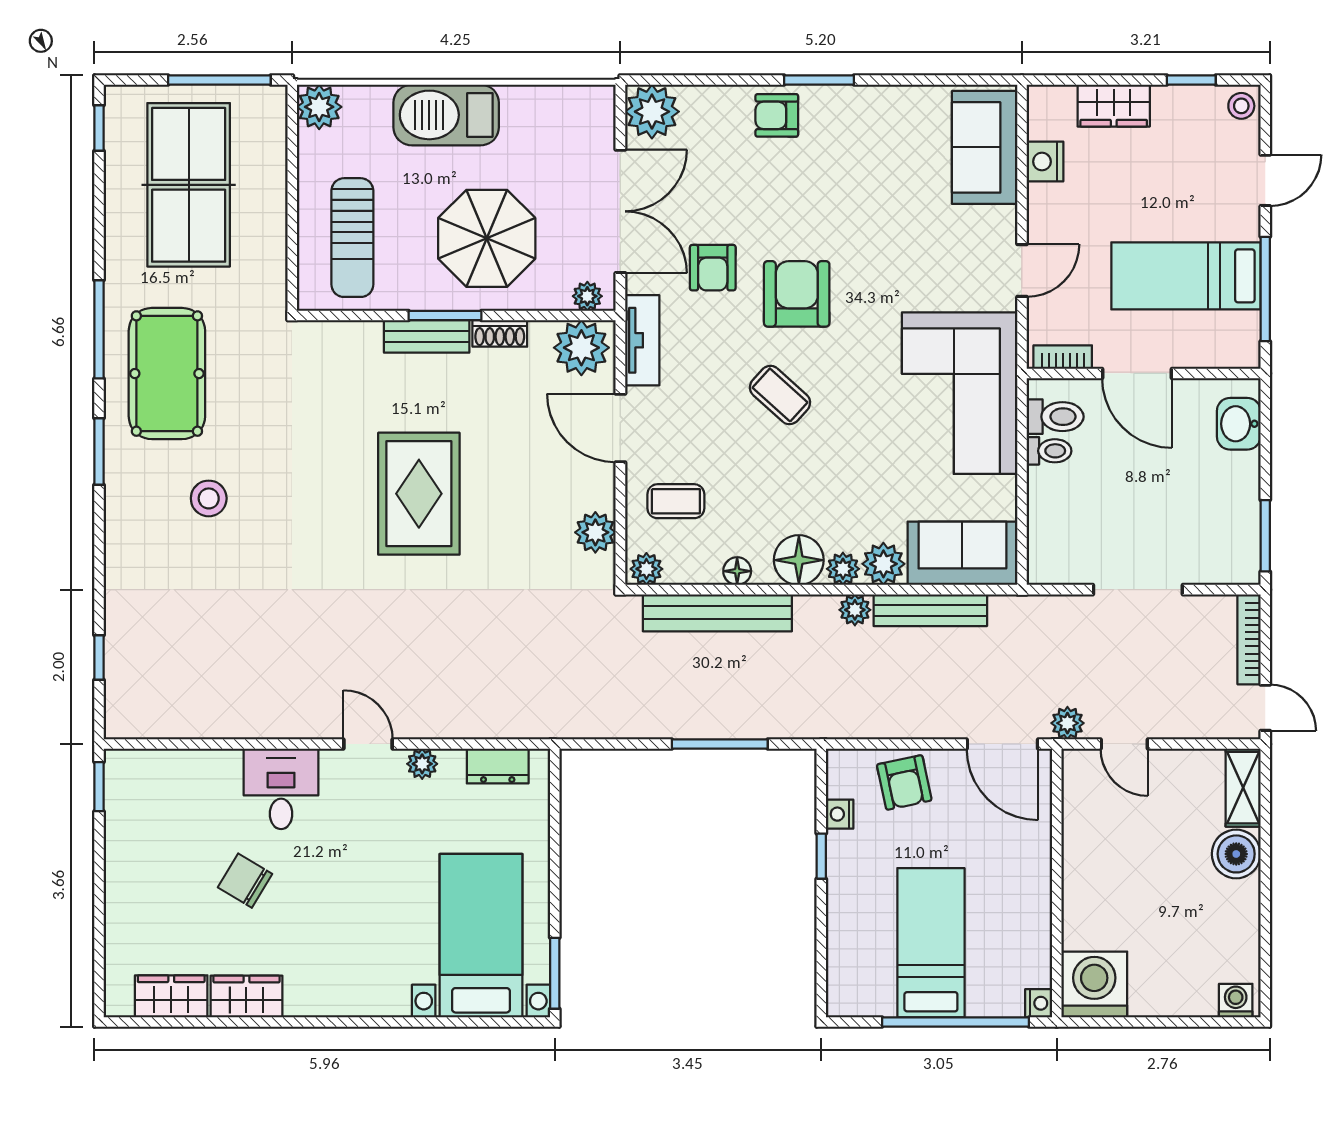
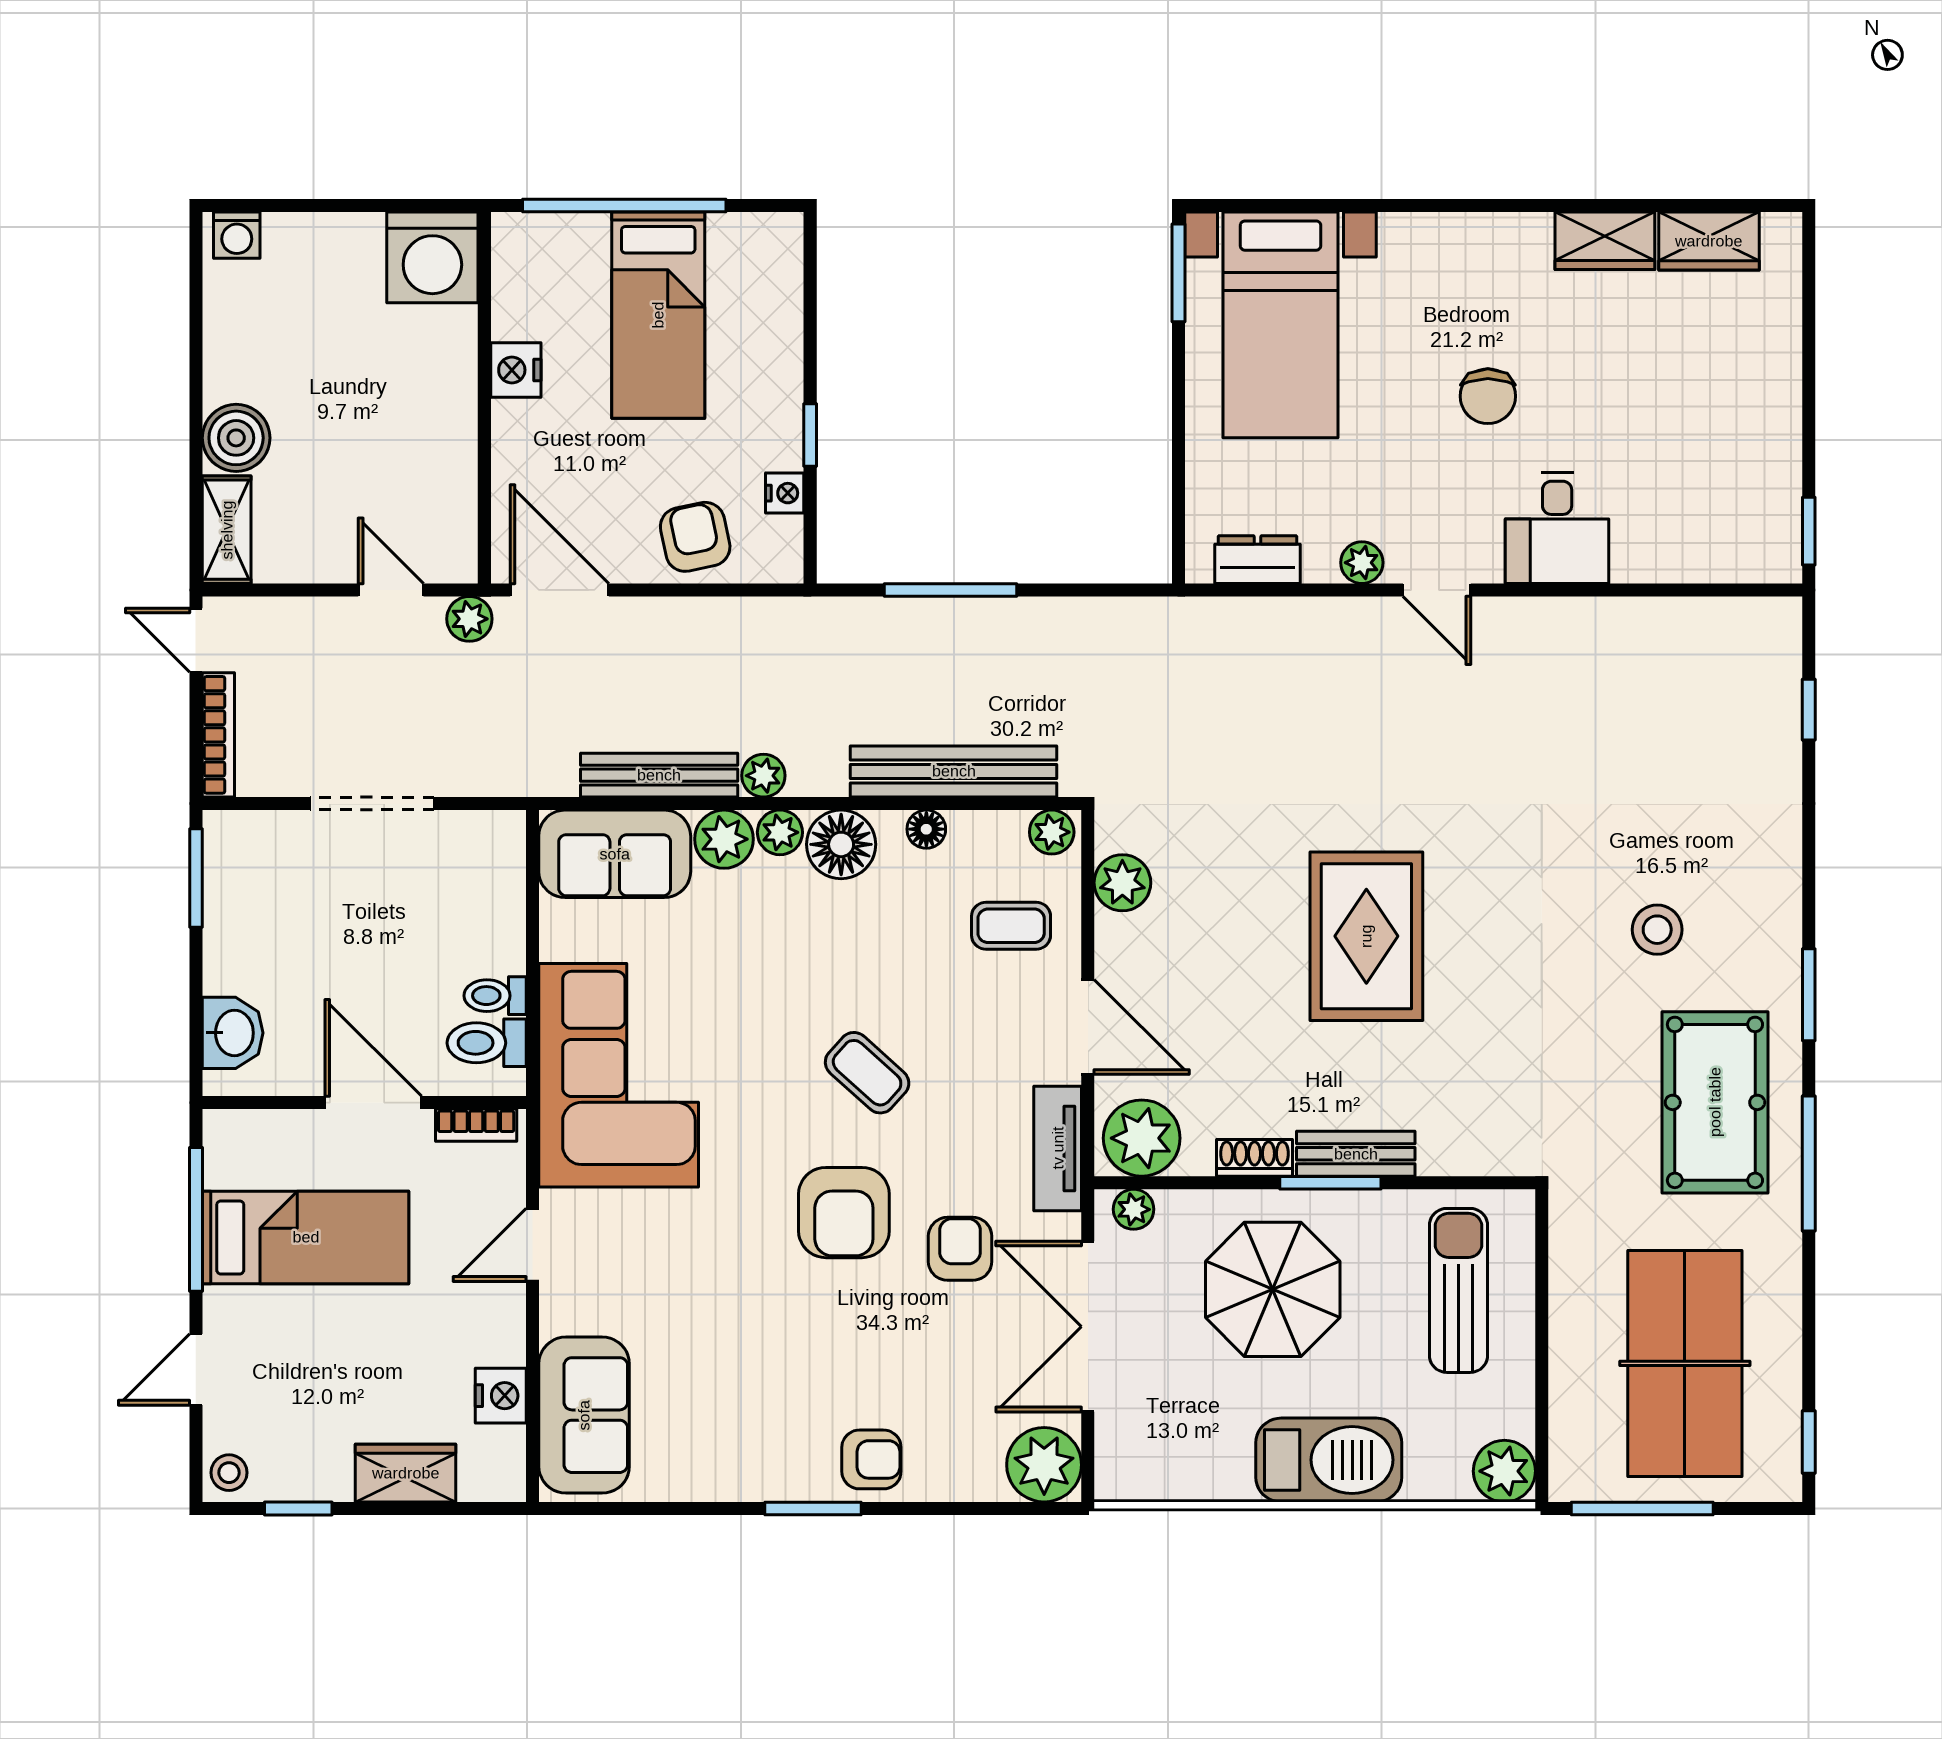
chair: (245, 881) -> (1488, 396), moved, turned 59
nightstand: (1039, 1003) -> (516, 370), moved, width x1.39, depth x1.35

